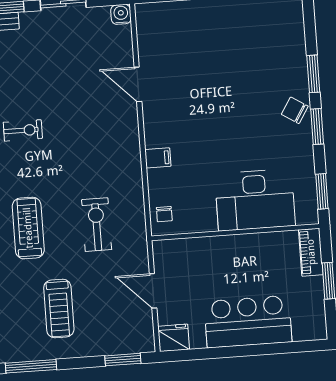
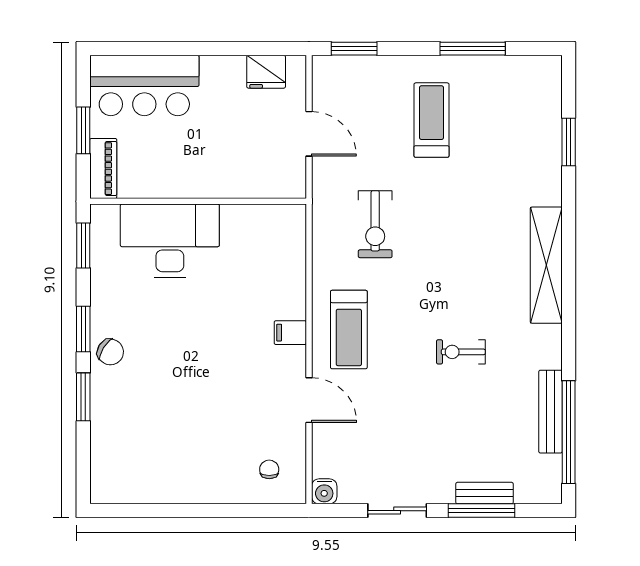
filing cabinet: (158, 158) -> (290, 333), moved
chair: (164, 214) -> (269, 469), moved
treadmill: (28, 228) -> (349, 330), moved
bar counter: (248, 322) -> (144, 85), moved
fridge: (174, 338) -> (266, 72), moved

